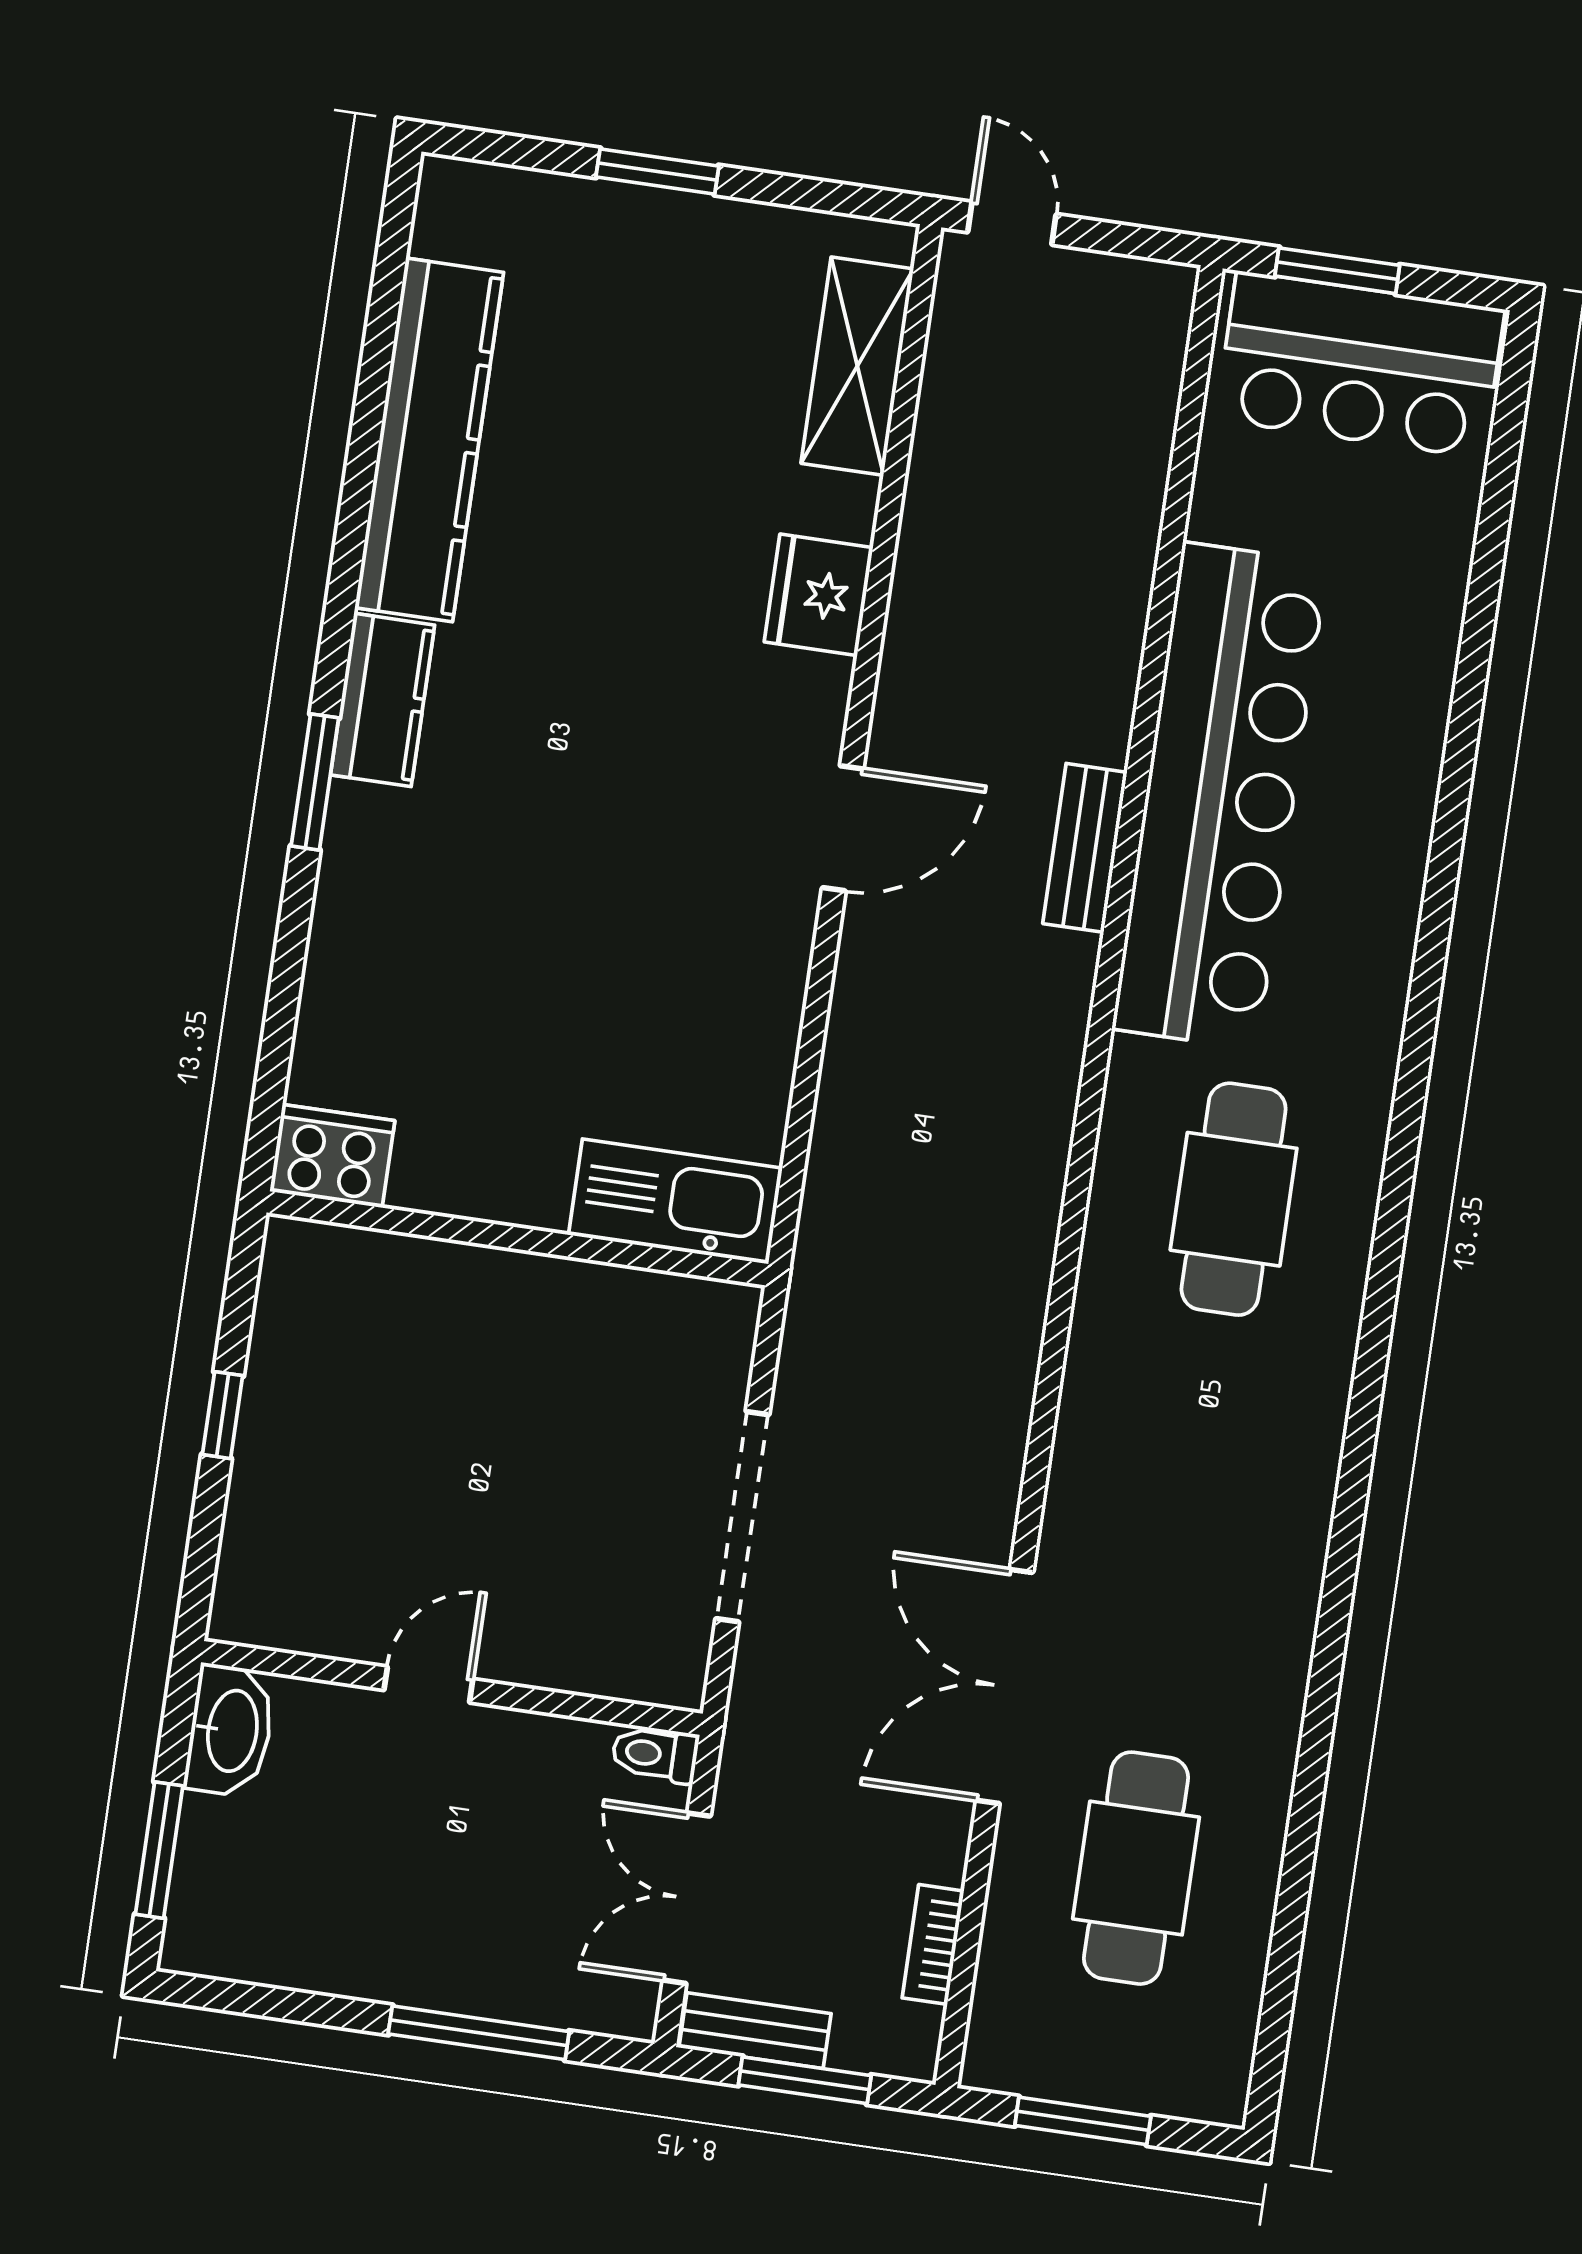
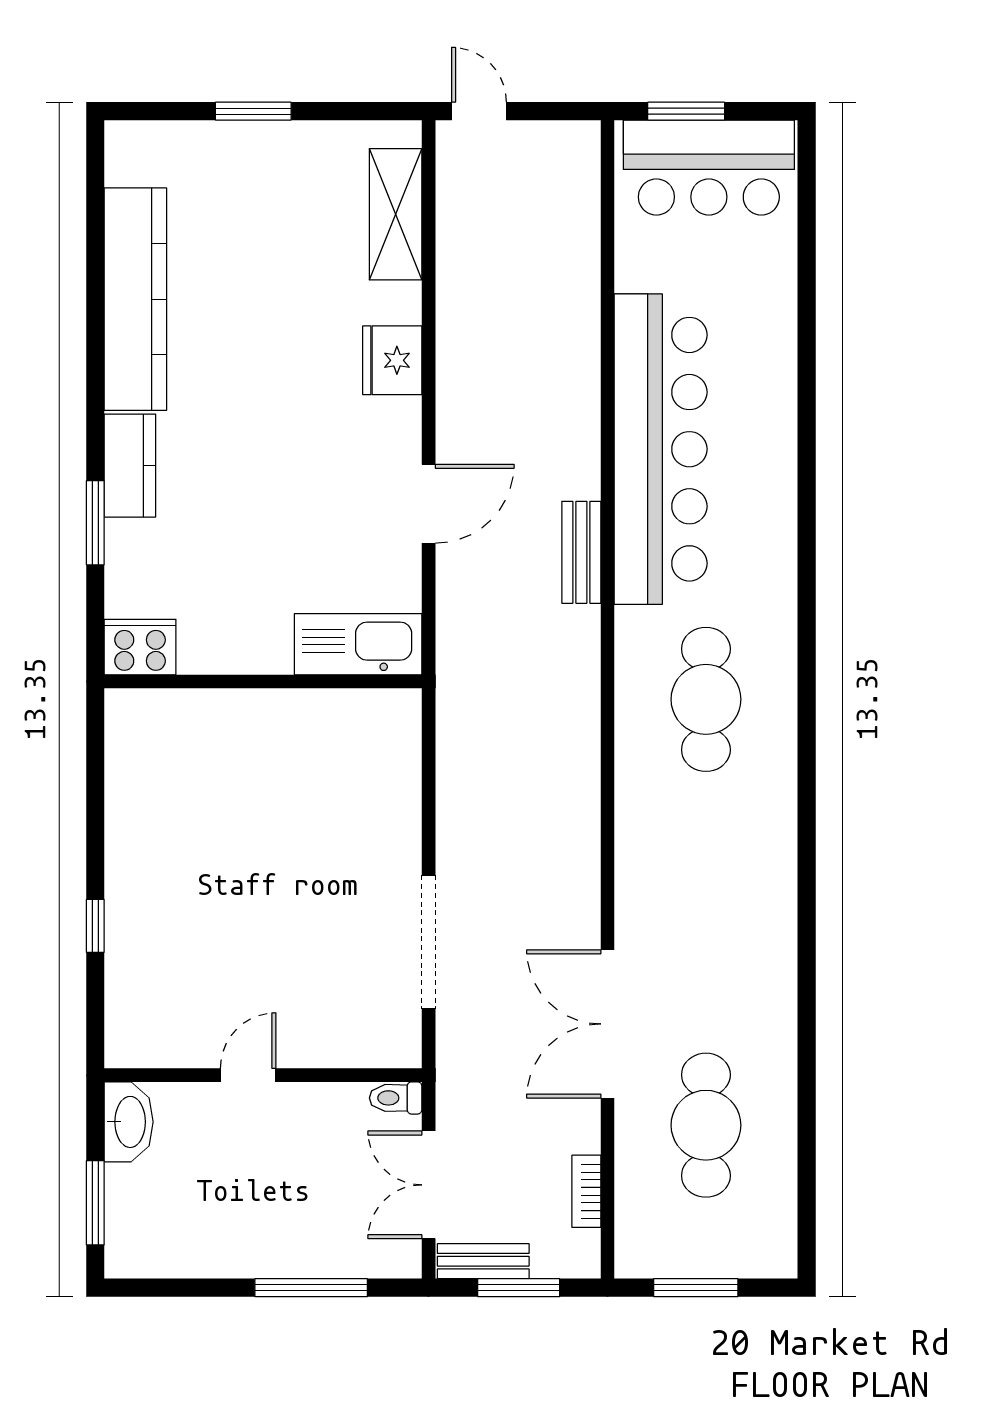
bench: (1085, 848) -> (581, 552), moved
cooker: (332, 1156) -> (140, 647), moved
kitchen sink: (675, 1201) -> (358, 644), moved
wall: (517, 1238) -> (263, 681), moved

